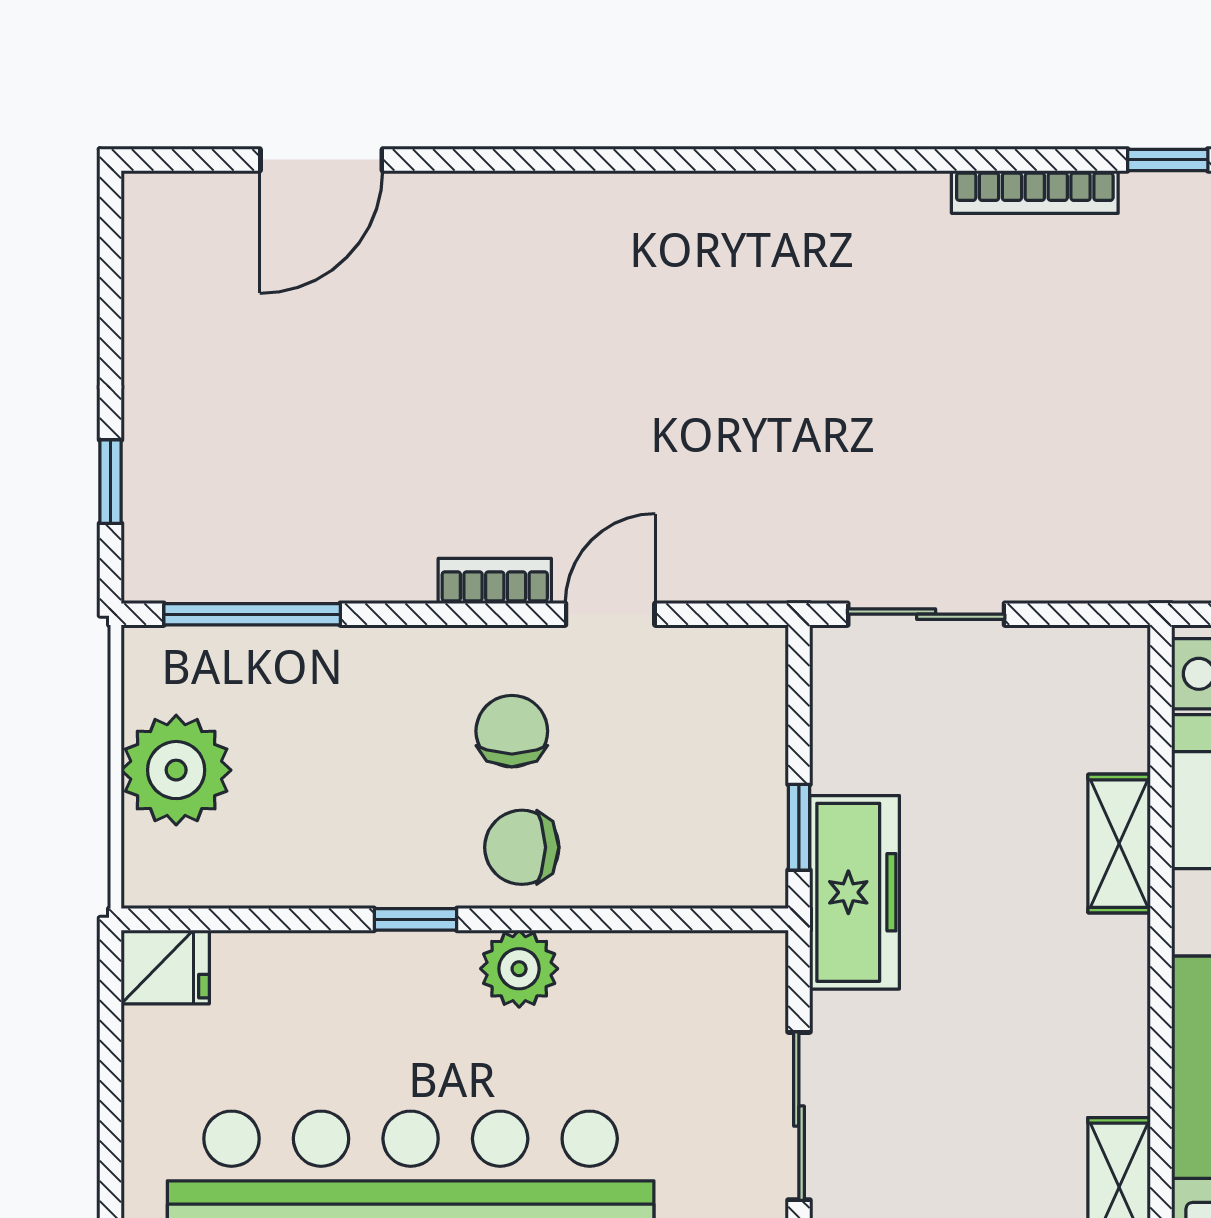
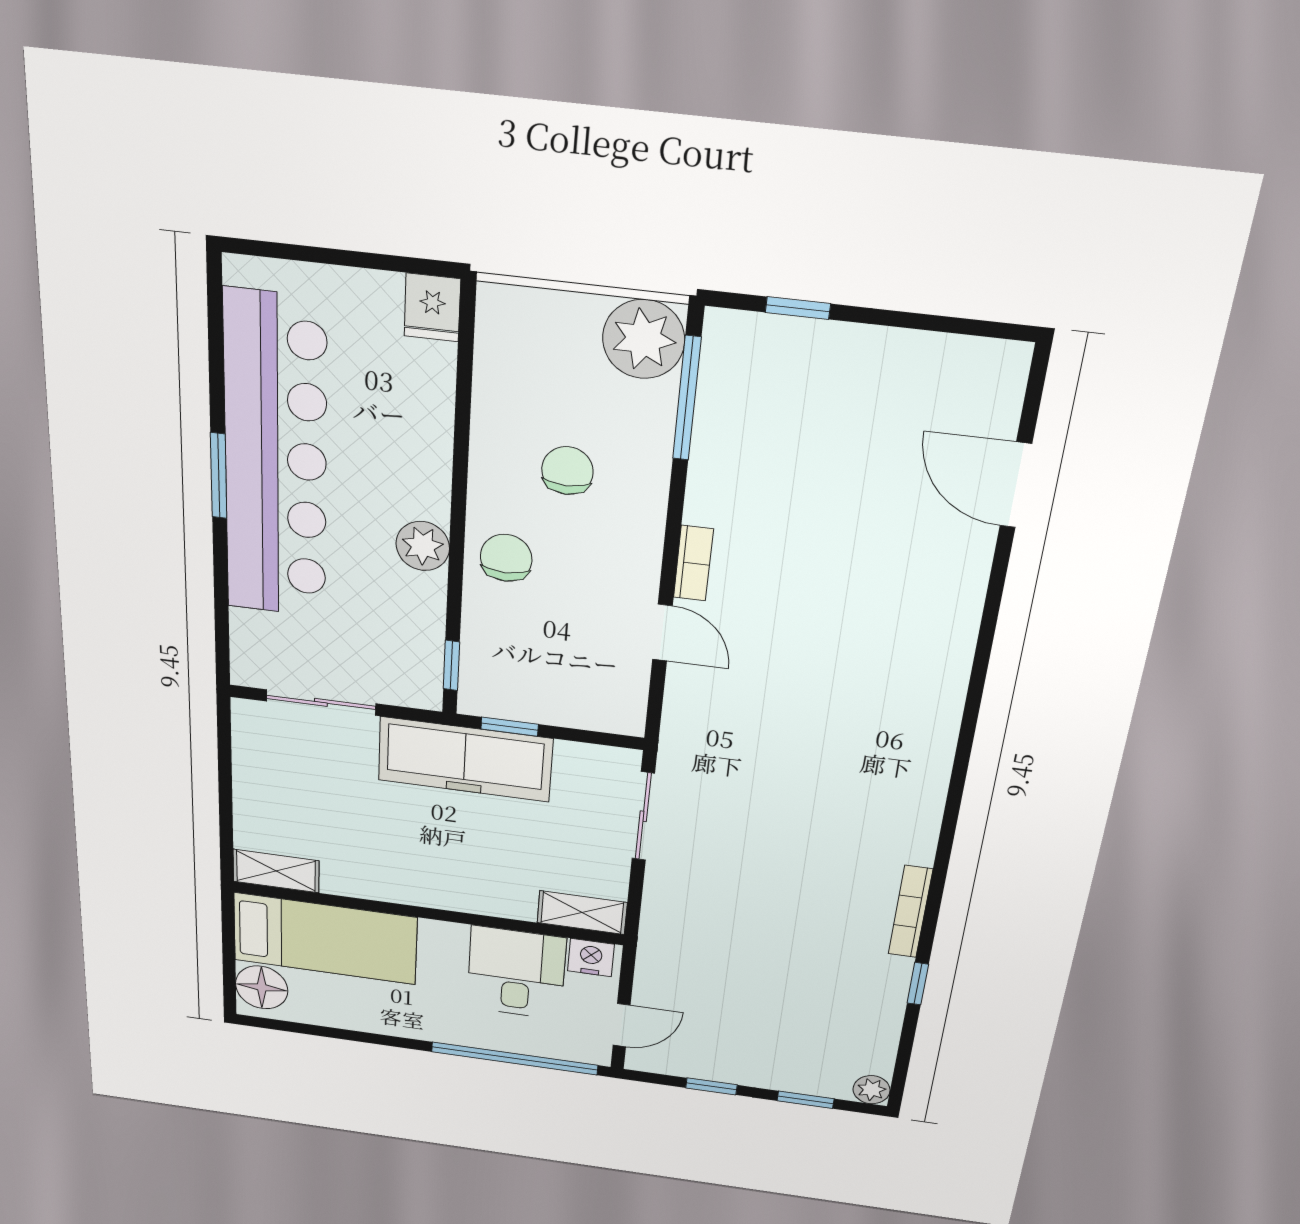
chair: (512, 731) -> (567, 471), moved, turned -90
plant: (176, 770) -> (644, 339), moved
shelving: (1119, 844) -> (582, 913), moved
freezer: (855, 892) -> (465, 759), width x1.36, depth x1.26
window: (415, 919) -> (451, 665), moved

